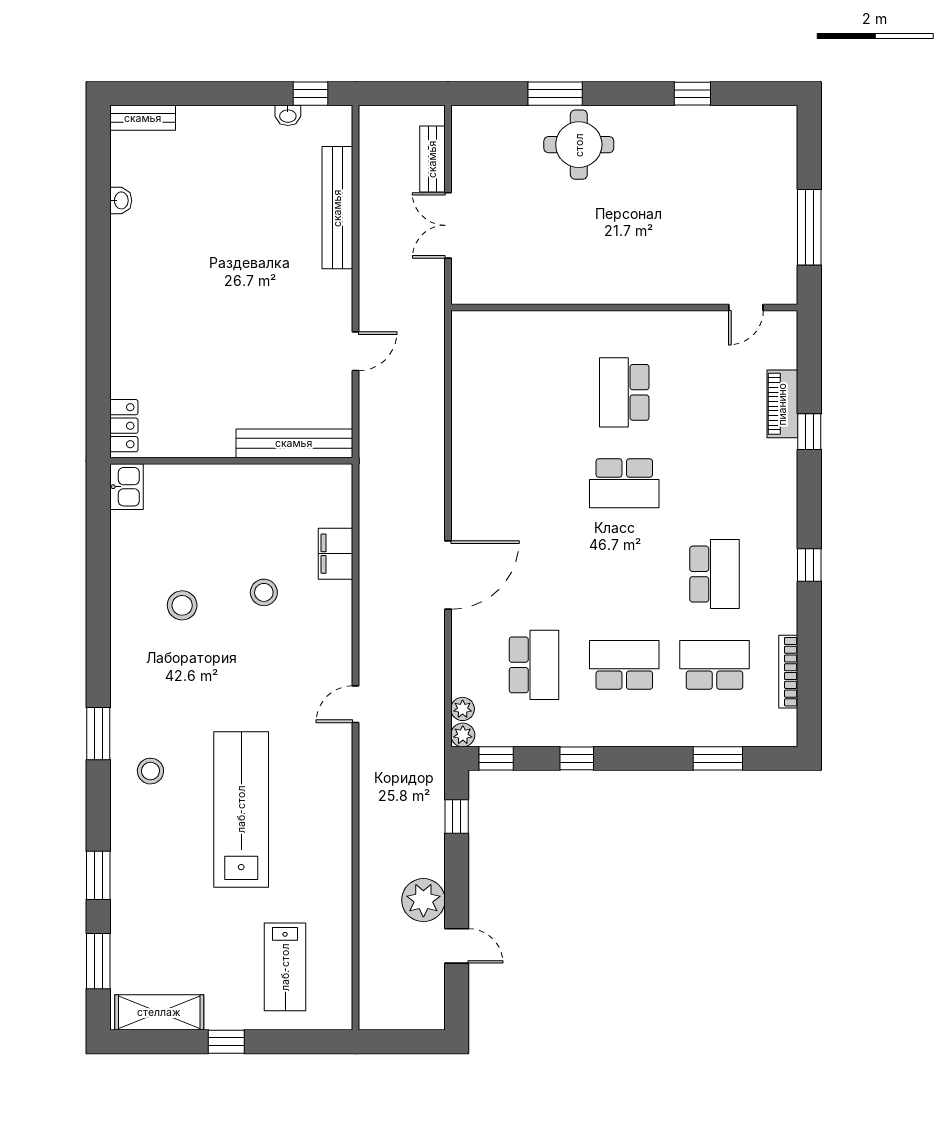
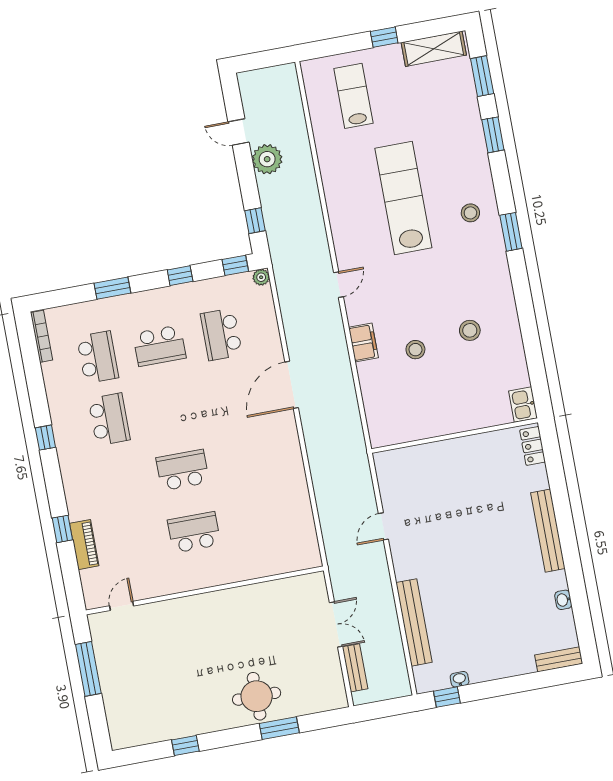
school desk: (624, 392) -> (194, 532), turned -90
bench: (294, 443) -> (548, 531), moved, turned 90
filing cabinet: (336, 554) -> (363, 343), moved
school desk: (715, 574) -> (109, 419), turned 180
school desk: (715, 665) -> (98, 357), turned -90
bookcase: (788, 672) -> (42, 336), moved
plant: (463, 709) -> (265, 295), removed
window: (718, 758) -> (112, 288), moved
lab bench: (241, 809) -> (403, 198), turned 180

